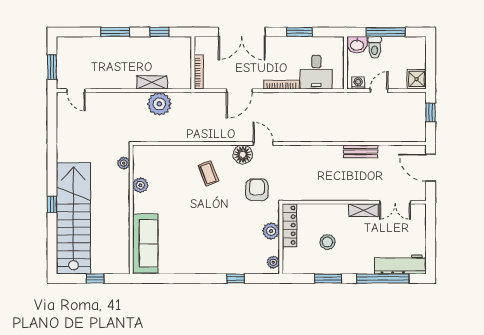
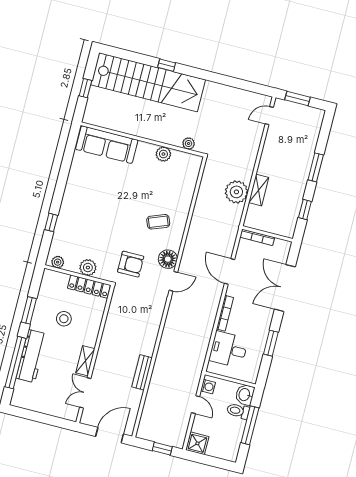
workbench: (400, 264) -> (31, 356), moved

